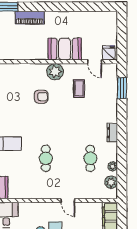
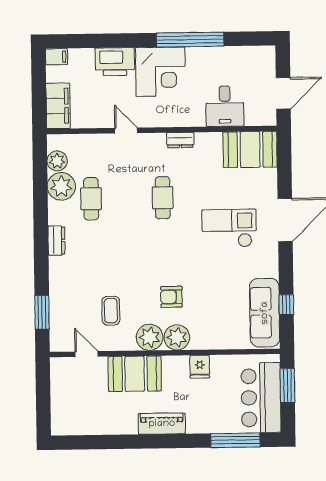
piano: (30, 18) -> (162, 424), moved
fridge: (109, 53) -> (200, 367), moved
plant: (38, 71) -> (177, 337), added
plant: (113, 166) -> (61, 186), width x1.87, depth x1.87
dresser: (34, 194) -> (180, 140), added

